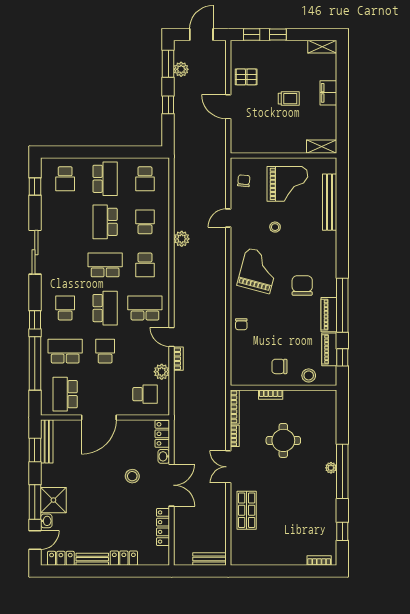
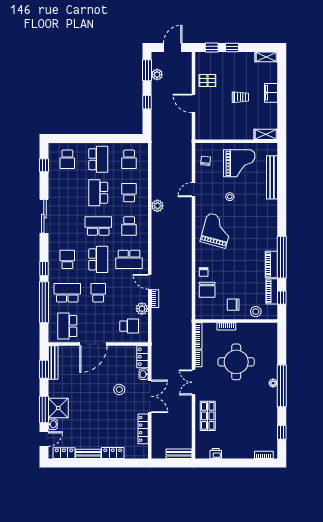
chair: (302, 286) -> (207, 290), moved, turned 180
school desk: (145, 308) -> (129, 259), turned 180
round table: (283, 440) -> (236, 362), width x1.36, depth x1.36
printer: (257, 559) -> (216, 453), added

